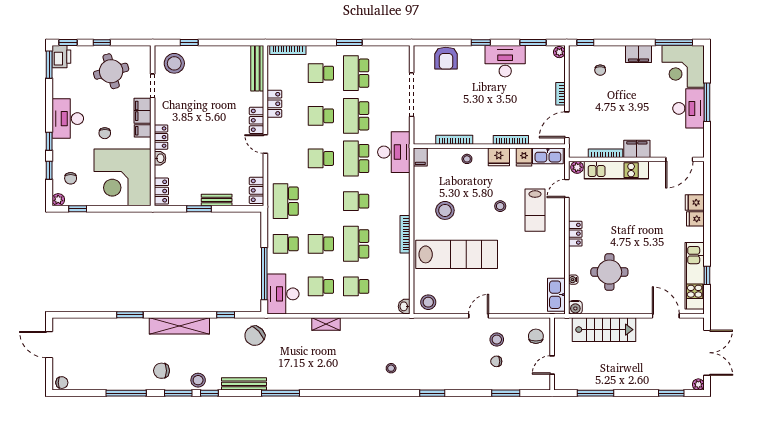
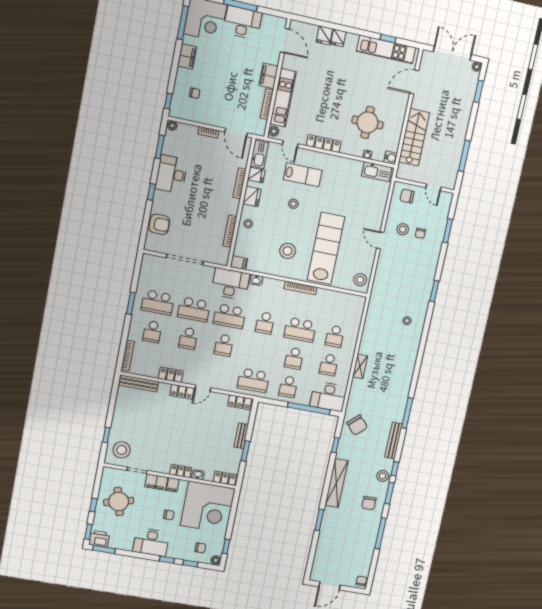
locker: (575, 234) -> (324, 144), width x1.53
washbasin: (404, 306) -> (256, 280), moved

